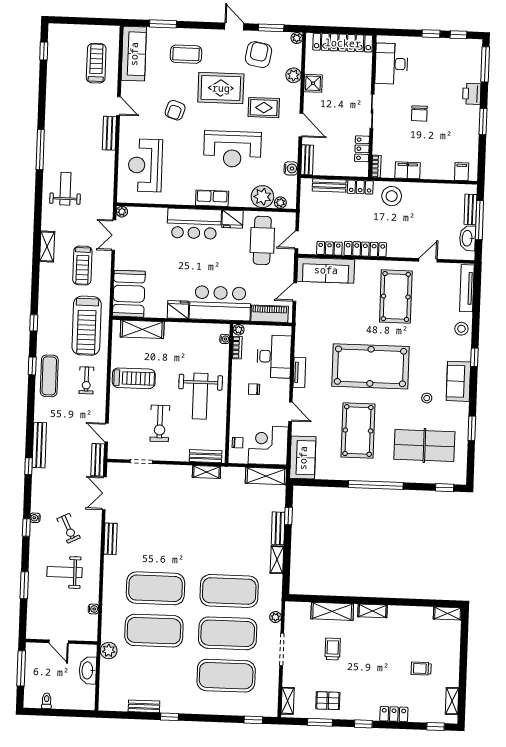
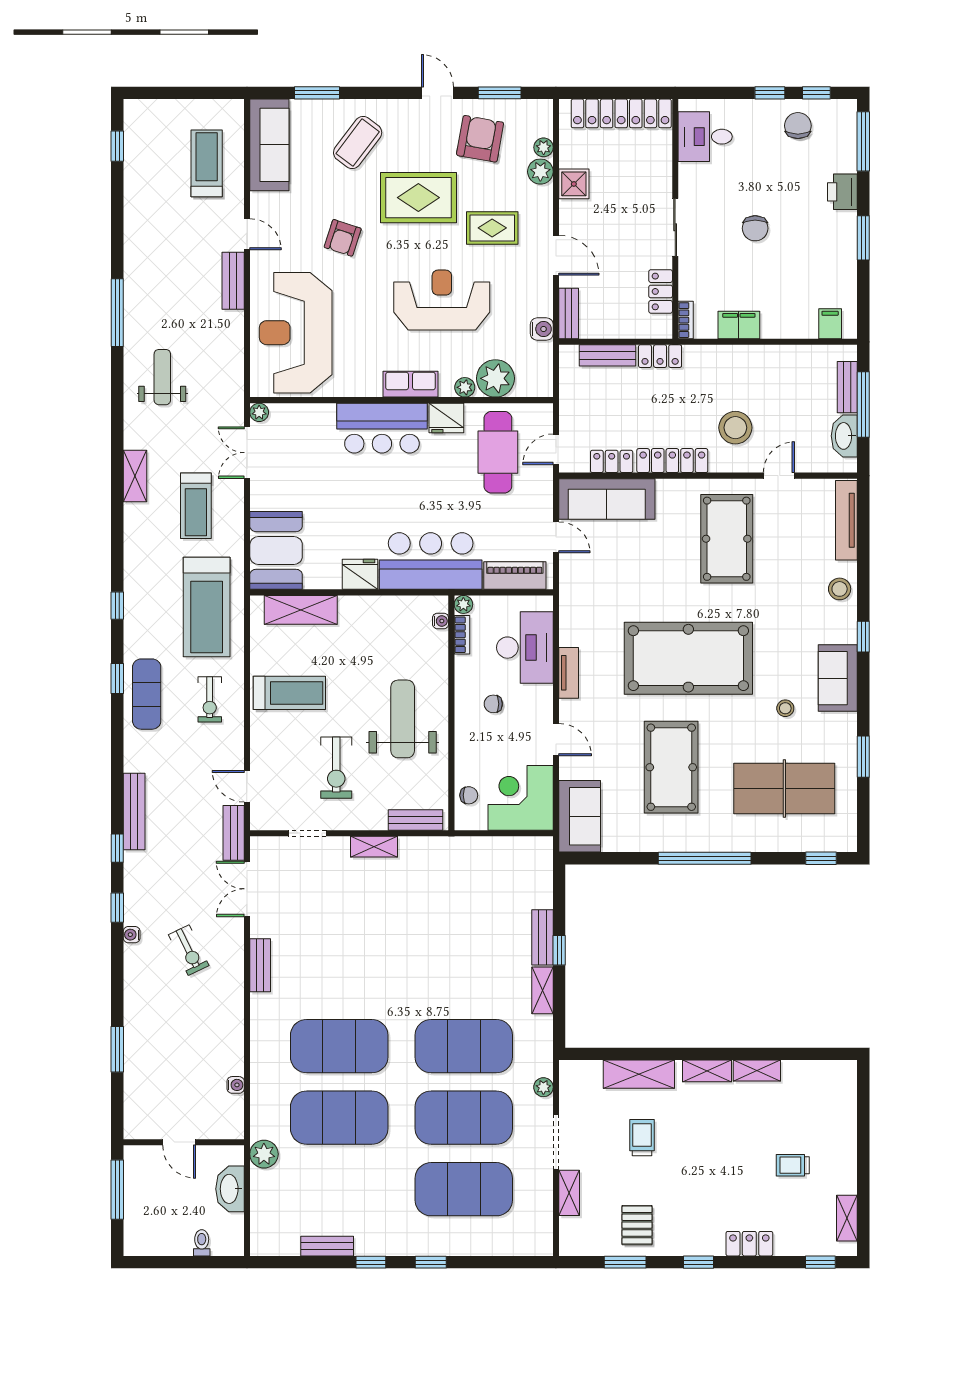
plant: (297, 38) -> (544, 147), moved
coffee table: (186, 54) -> (358, 143), turned -53
chair: (447, 54) -> (798, 126), added
desk: (391, 64) -> (705, 137), width x0.73
reception desk: (232, 149) -> (442, 300), turned 180
reception desk: (145, 165) -> (296, 333), width x1.36, depth x1.30
stool: (392, 196) -> (735, 428), moved
plant: (280, 203) -> (465, 387), moved
door: (295, 292) -> (556, 537), swing flipped
weight bench: (200, 396) -> (403, 719), turned 180
shelving: (206, 472) -> (374, 847), moved
shelving: (266, 476) -> (519, 850), removed
window: (288, 516) -> (559, 950), moved
window: (26, 527) -> (117, 908), moved
weight bench: (64, 572) -> (185, 1024), removed
shelving: (448, 613) -> (757, 1071), moved
toilet: (47, 701) -> (202, 1243), moved
shelving: (288, 701) -> (569, 1193), moved
pallet: (328, 701) -> (637, 1225), turned 90
window: (253, 720) -> (431, 1262), moved

